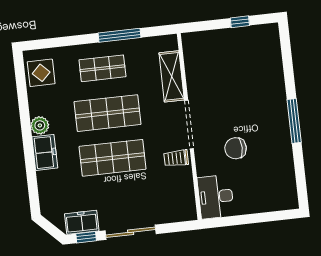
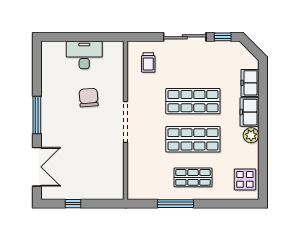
double door: (287, 60) -> (37, 167), added
shelving: (172, 76) -> (136, 164), removed
chair: (236, 148) -> (89, 98), turned -94
trolley: (176, 158) -> (148, 63), moved, turned 90
desk: (216, 197) -> (84, 55), moved, turned -90
freezer: (82, 222) -> (250, 83), moved, turned 90

